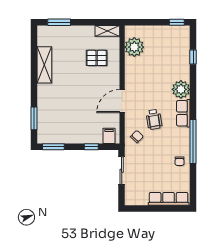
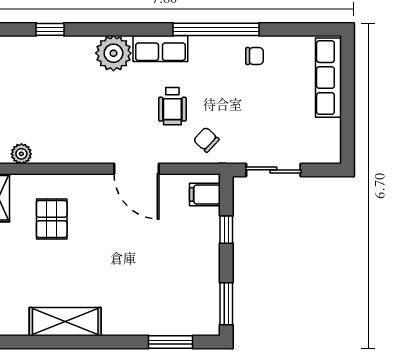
plant: (134, 47) -> (21, 154), width x0.53, depth x0.53
wheelchair: (154, 119) -> (172, 106), turned 99

